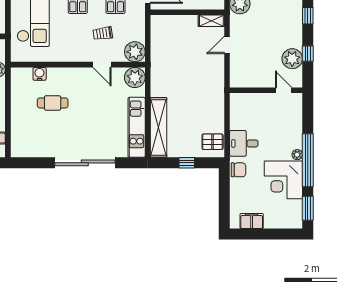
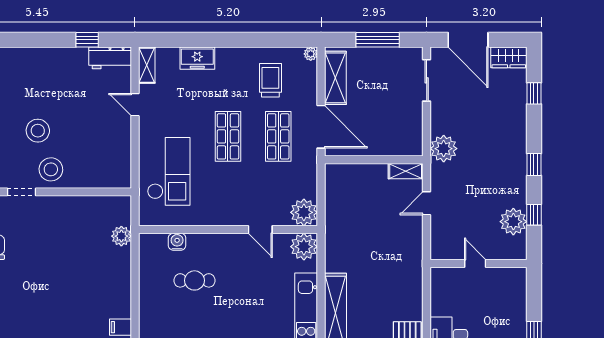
trolley: (103, 33) -> (261, 188), removed
door: (284, 90) -> (475, 263), moved

